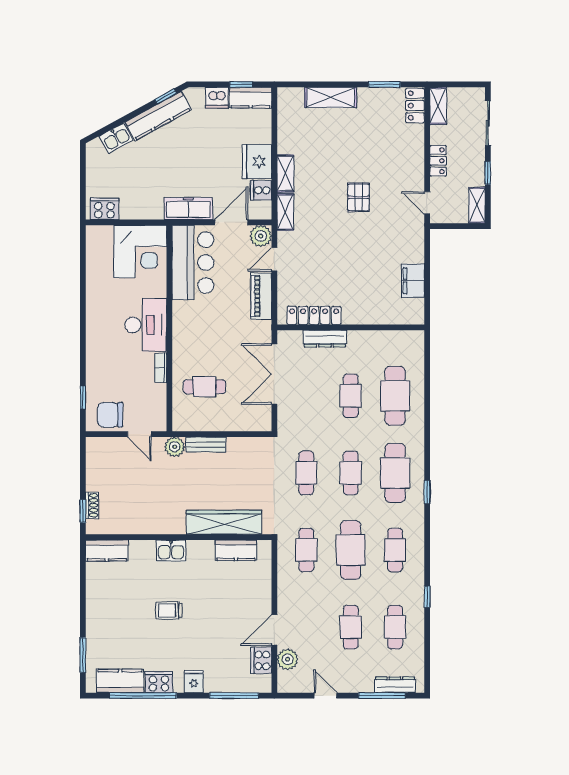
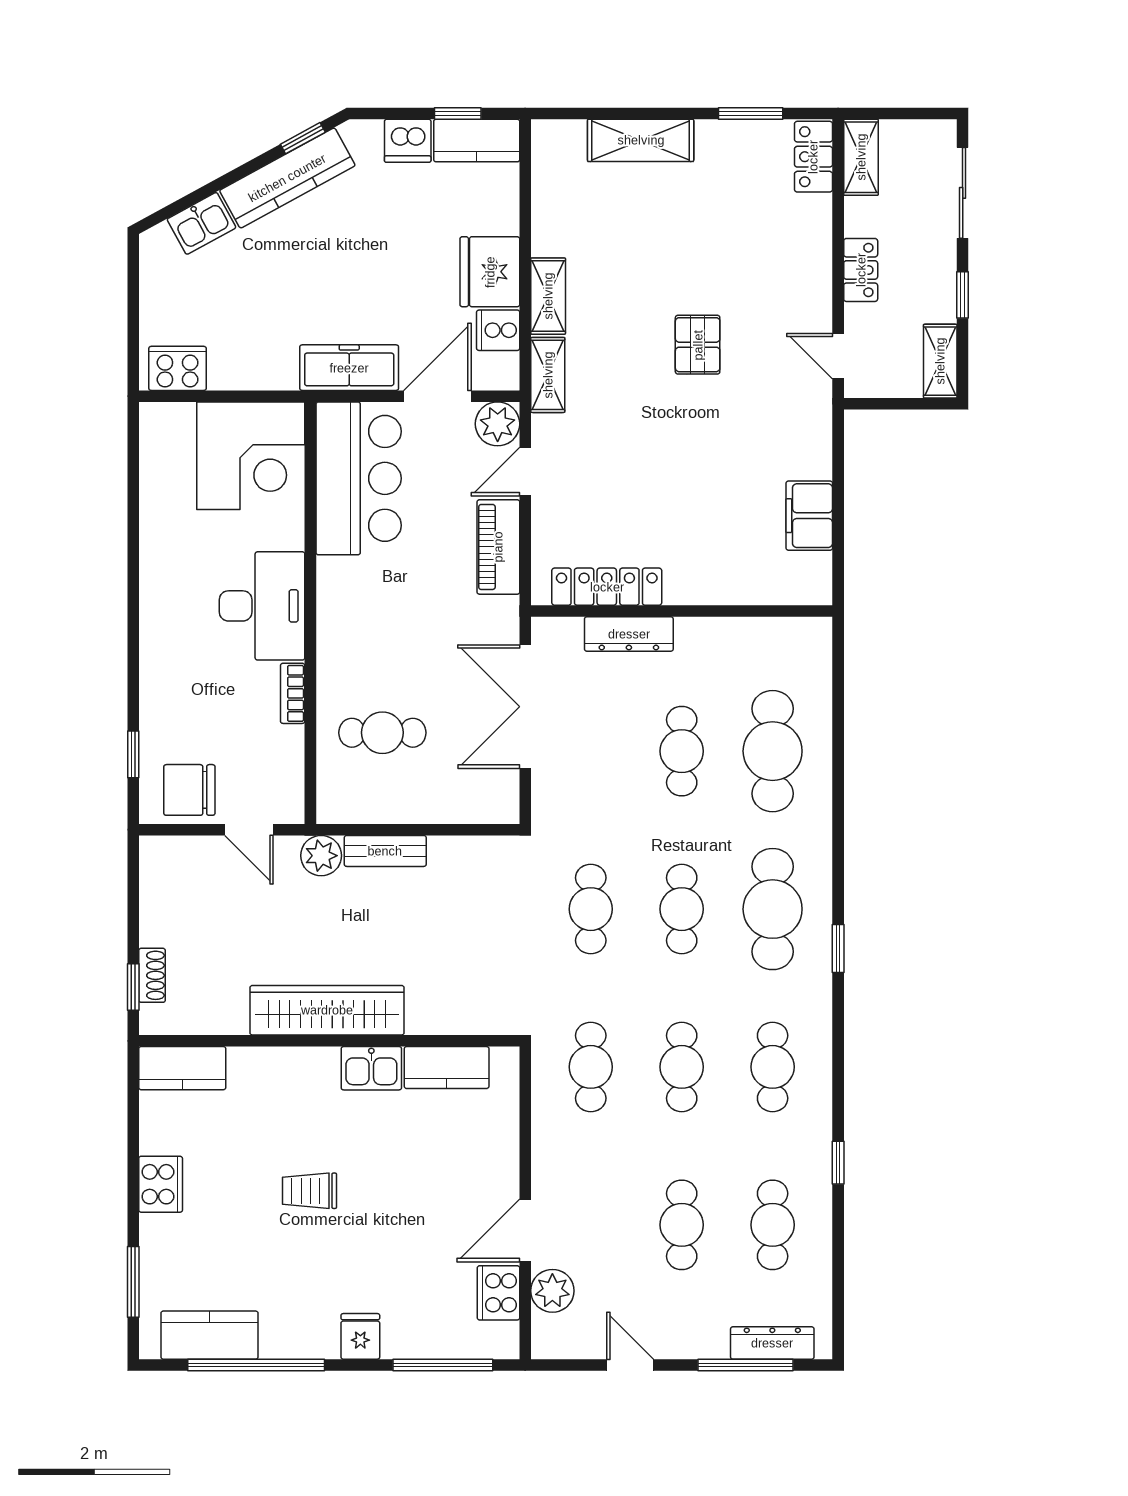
wardrobe: (224, 522) -> (327, 1010), moved
cafe table: (351, 550) -> (682, 1067), width x0.73, depth x0.74
kitchen sink: (171, 551) -> (371, 1068), moved
cooker: (159, 682) -> (161, 1184), moved, turned 90

